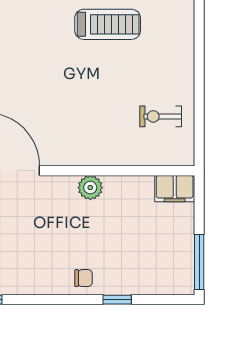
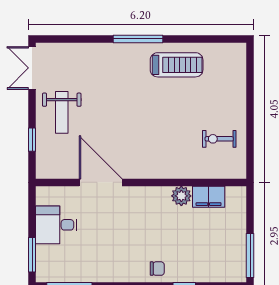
plant: (90, 188) -> (181, 196), moved
filing cabinet: (175, 189) -> (209, 197), moved

